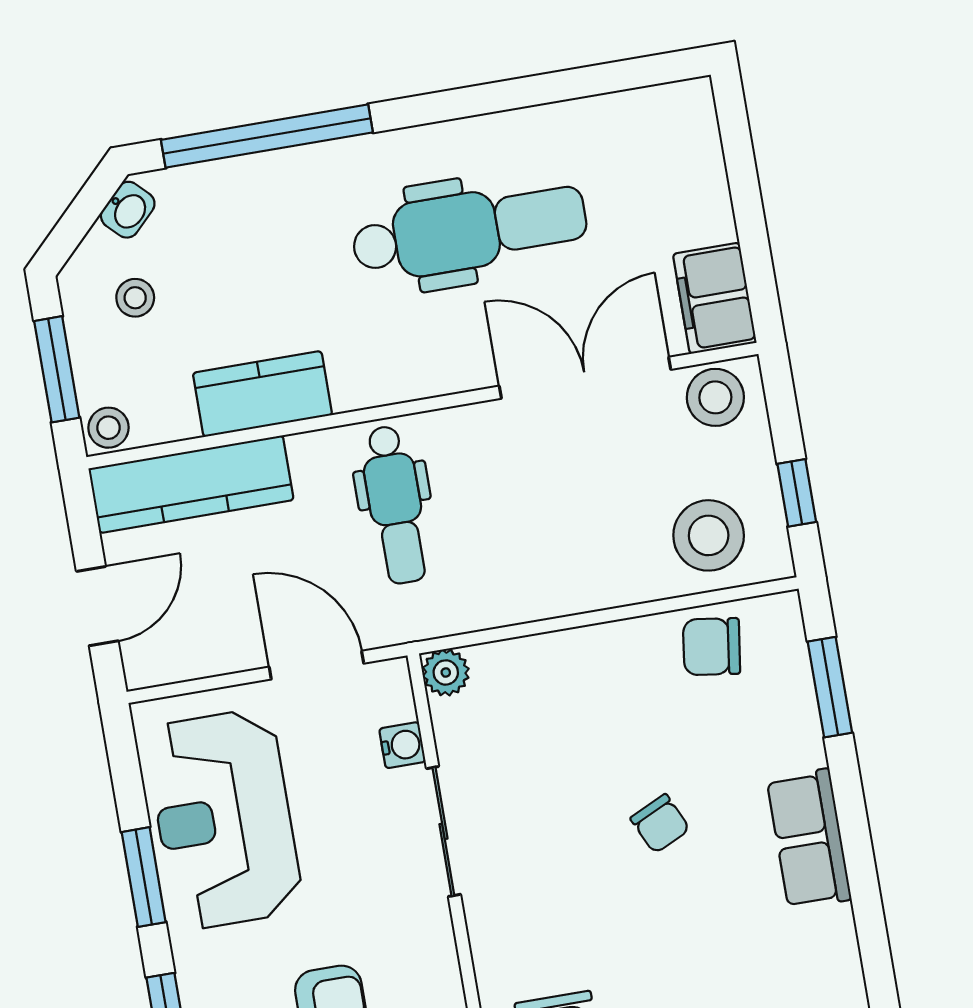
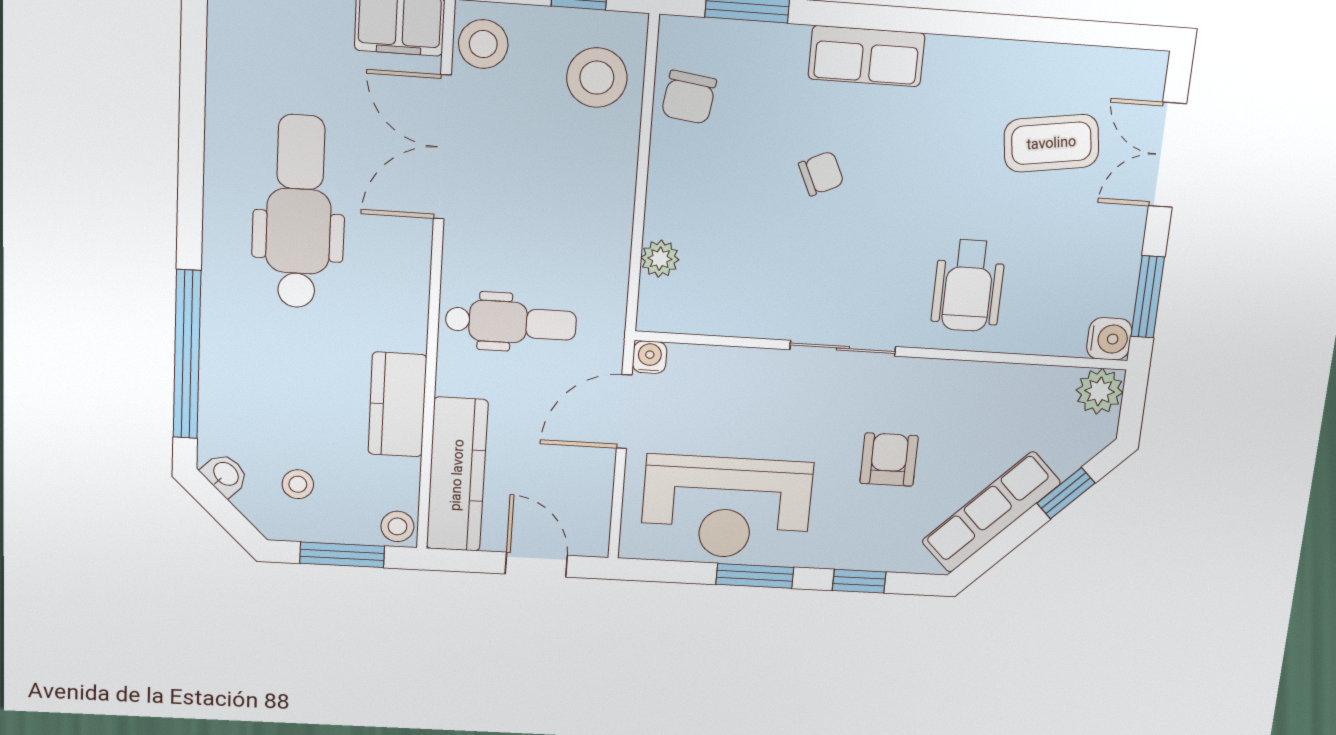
plant: (446, 672) -> (660, 259), moved
water cooler: (402, 745) -> (650, 357), moved
sliding door: (443, 831) -> (843, 348), moved

